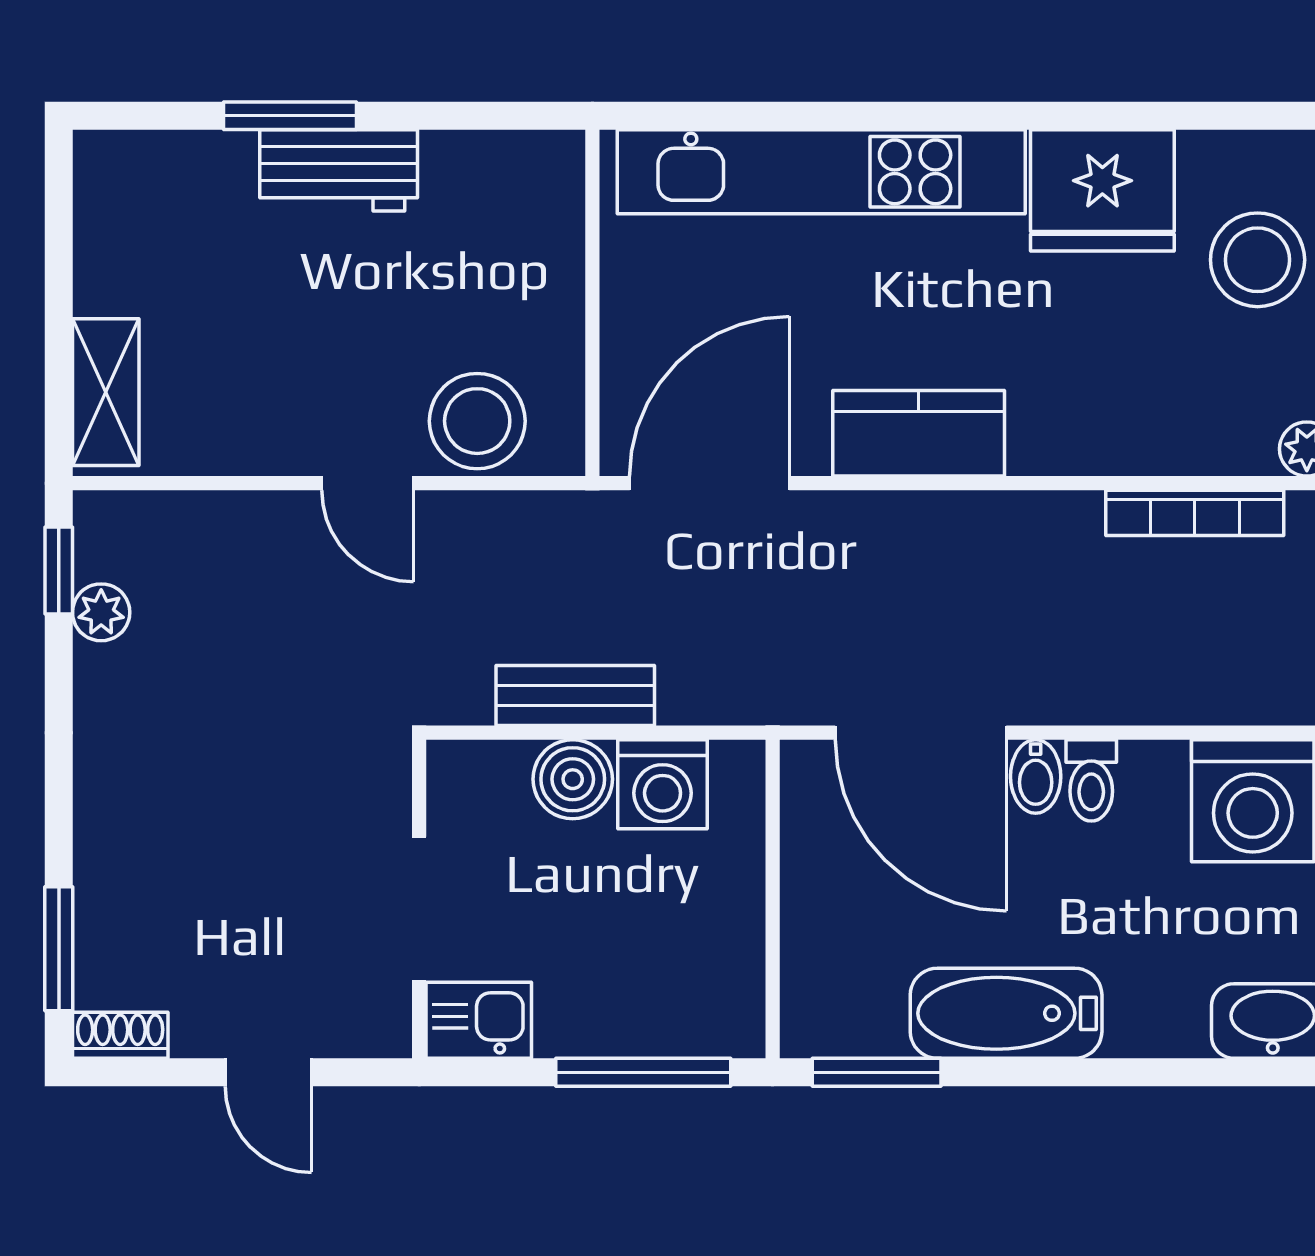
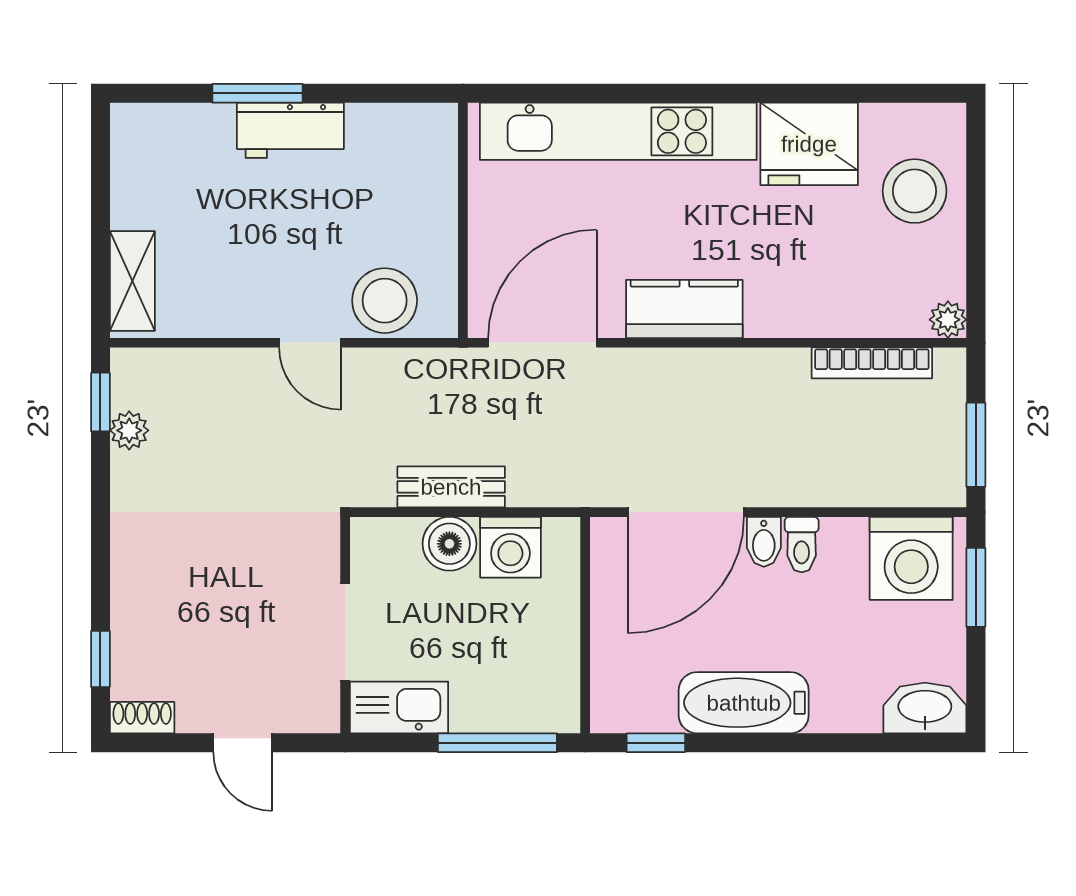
door: (921, 733) -> (686, 512), hinge flipped
window: (59, 949) -> (100, 659), width x0.67
kitchen sink: (479, 1020) -> (399, 707), width x1.38
window: (877, 1072) -> (656, 743), width x0.67

